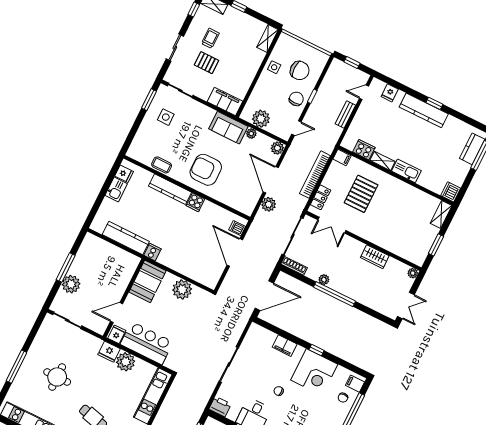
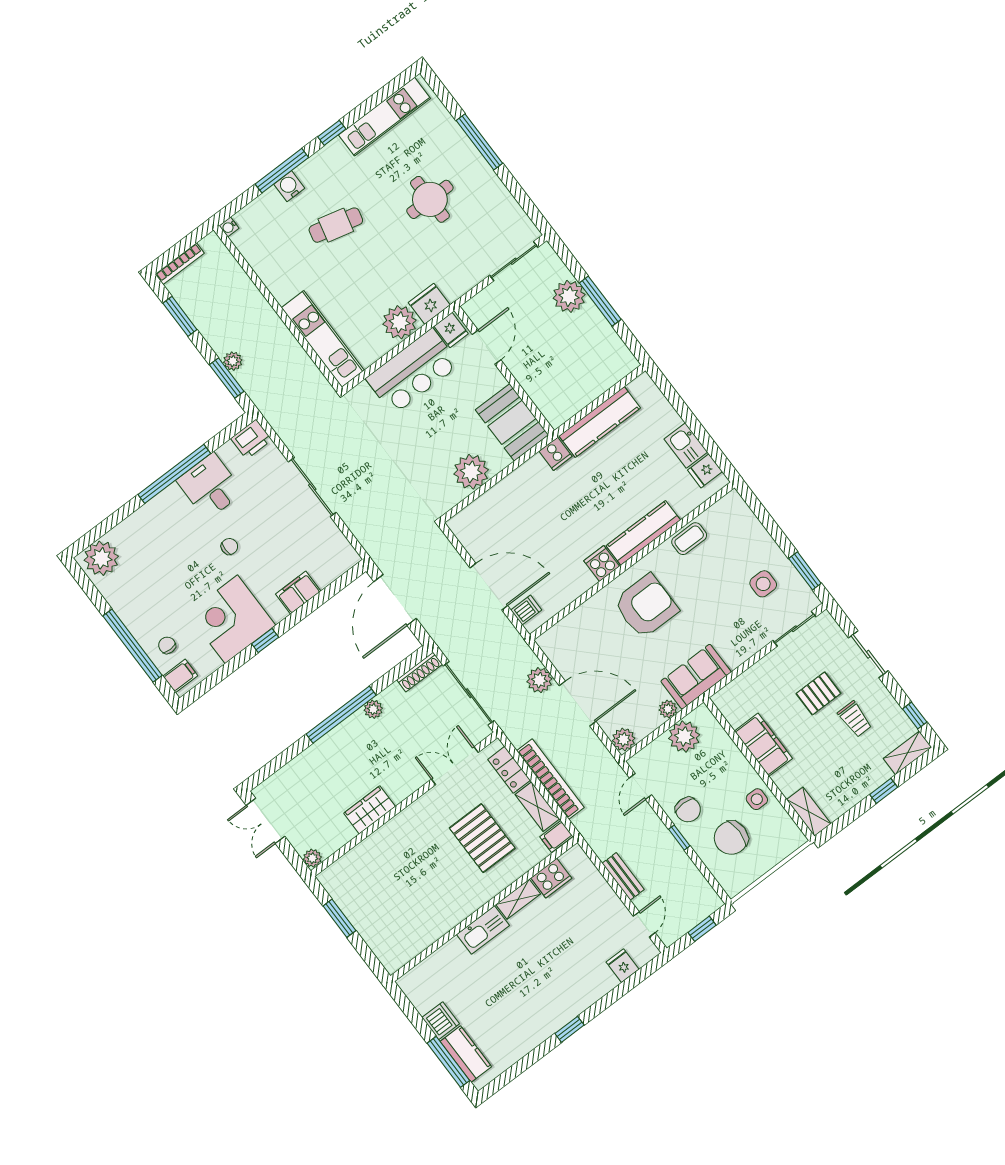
filing cabinet: (225, 102) -> (763, 745), moved, turned -90
kitchen counter: (424, 110) -> (567, 1007), removed
dishwasher: (451, 192) -> (441, 1021), moved
shelving: (441, 214) -> (537, 807), moved

